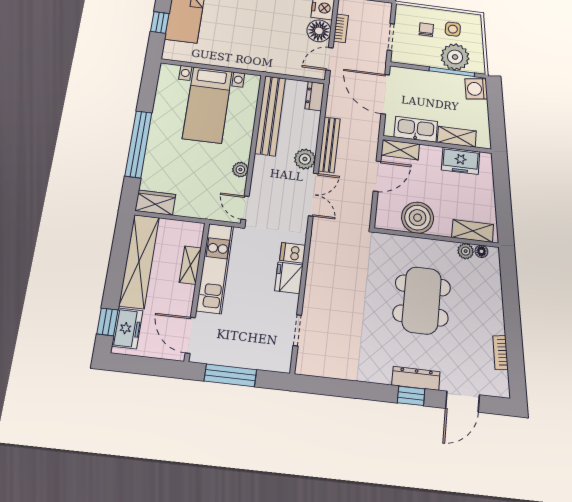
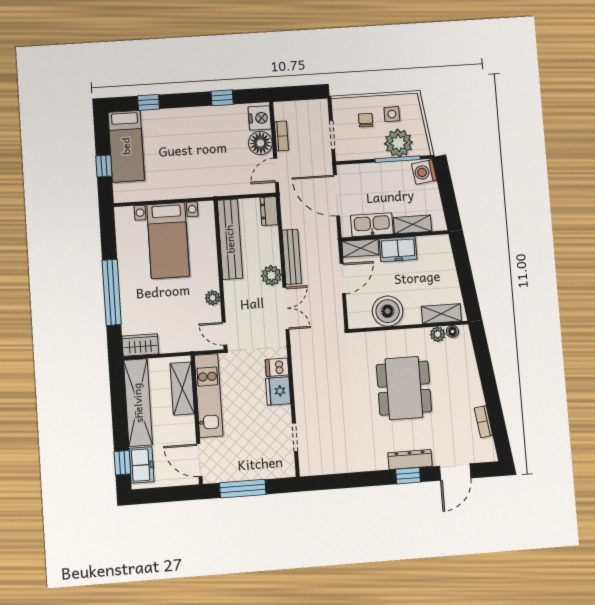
freezer: (461, 161) -> (398, 249), moved
shelving: (190, 265) -> (182, 388), width x1.50, depth x1.33

